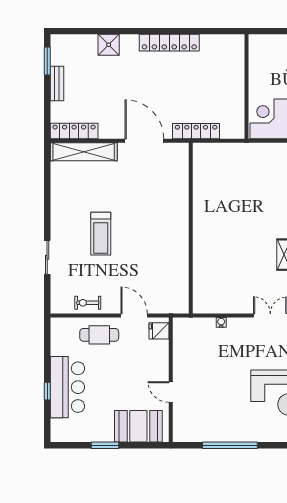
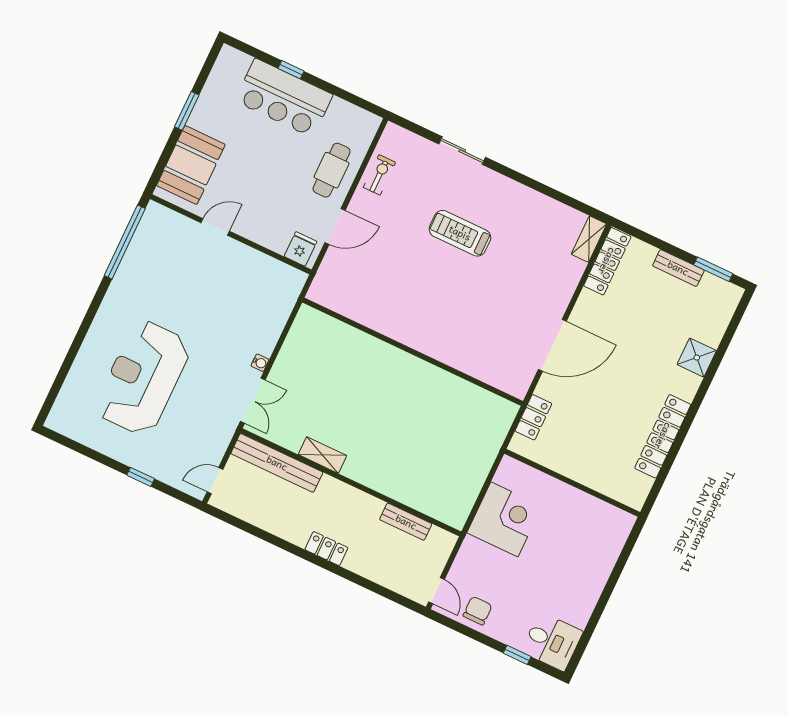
wall: (247, 87) -> (572, 483), moved
locker: (196, 131) -> (533, 417), width x0.66
shelving: (84, 152) -> (589, 239), width x0.45, depth x0.75
water cooler: (221, 322) -> (260, 363), moved
window: (230, 445) -> (125, 242), moved

